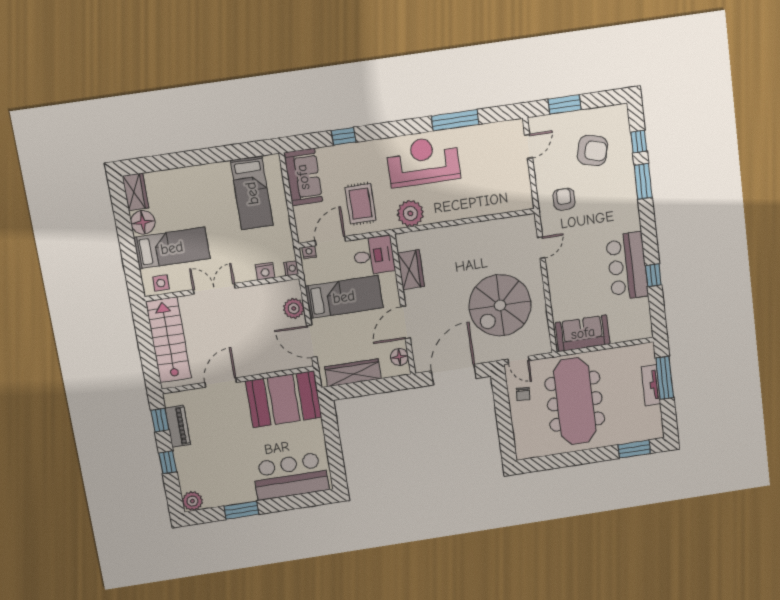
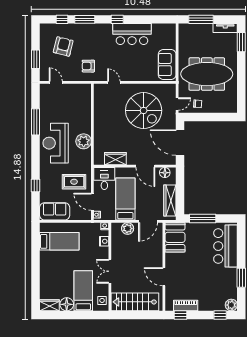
plant: (410, 213) -> (84, 141), moved
window: (653, 275) -> (117, 19), moved
tv unit: (651, 385) -> (225, 28), moved
booth: (284, 399) -> (175, 237), width x0.73, depth x0.70
window: (331, 432) -> (203, 218), added
window: (168, 462) -> (220, 315), moved

